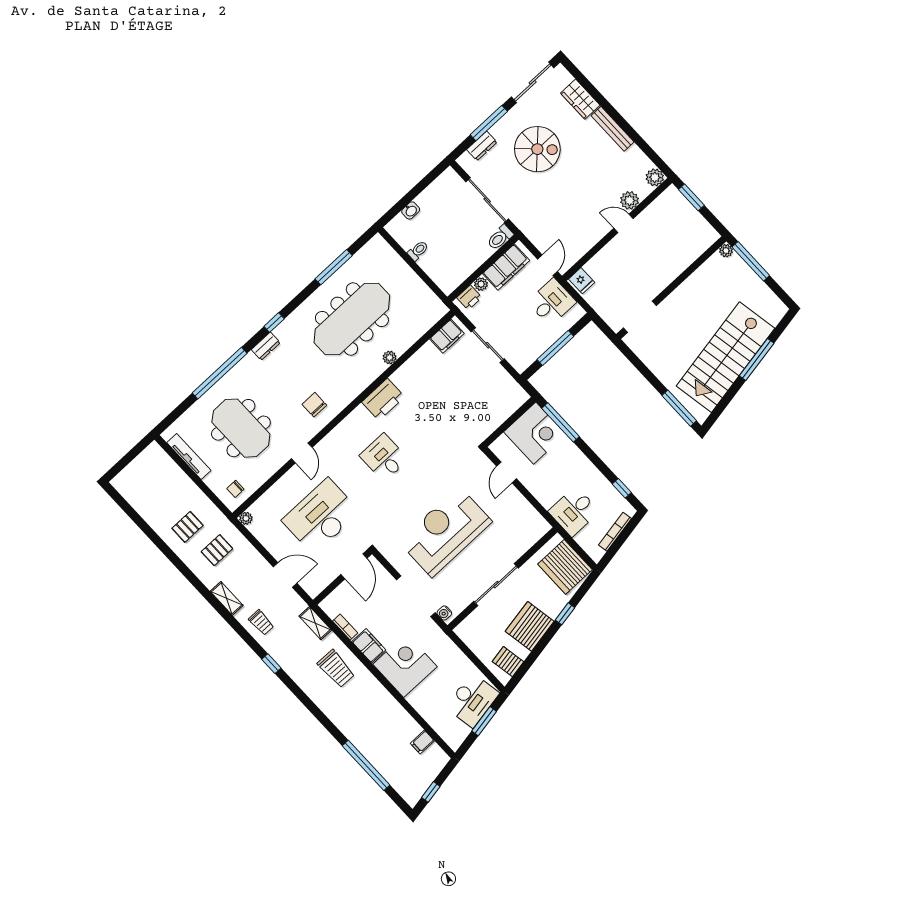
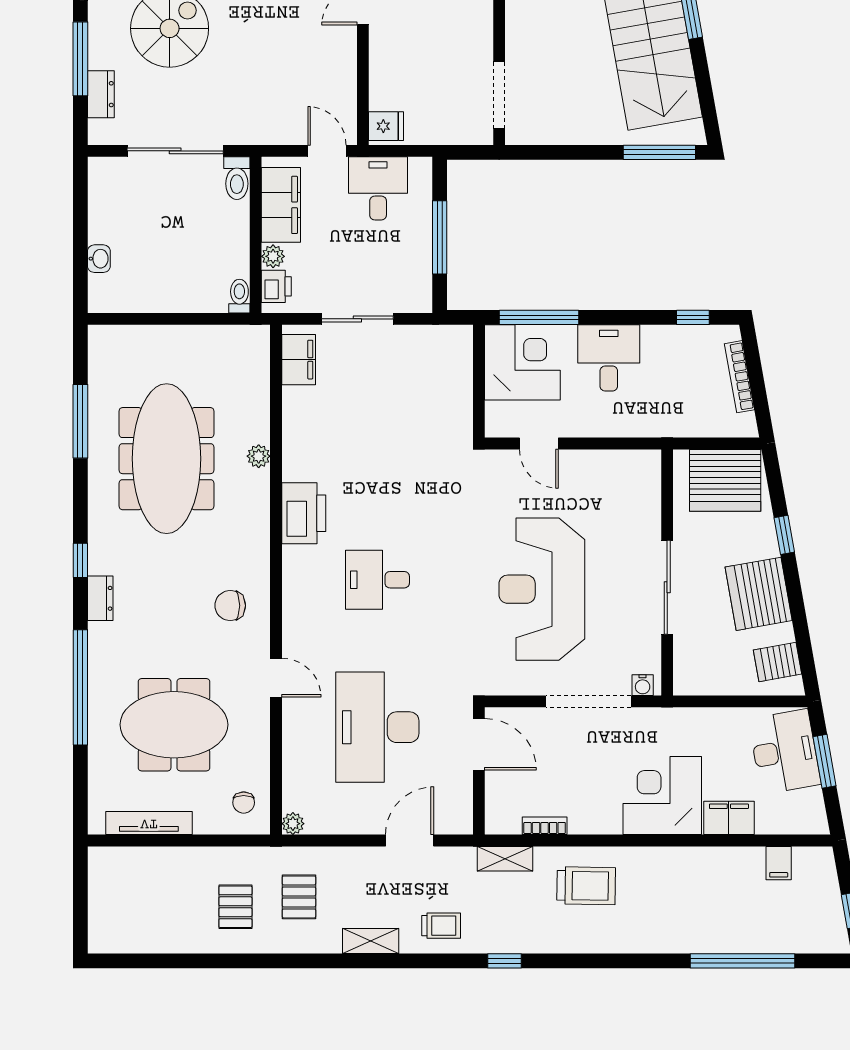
toilet: (418, 251) -> (239, 296), moved
desk: (574, 511) -> (609, 358), moved, turned 180
filing cabinet: (369, 646) -> (729, 818), moved

